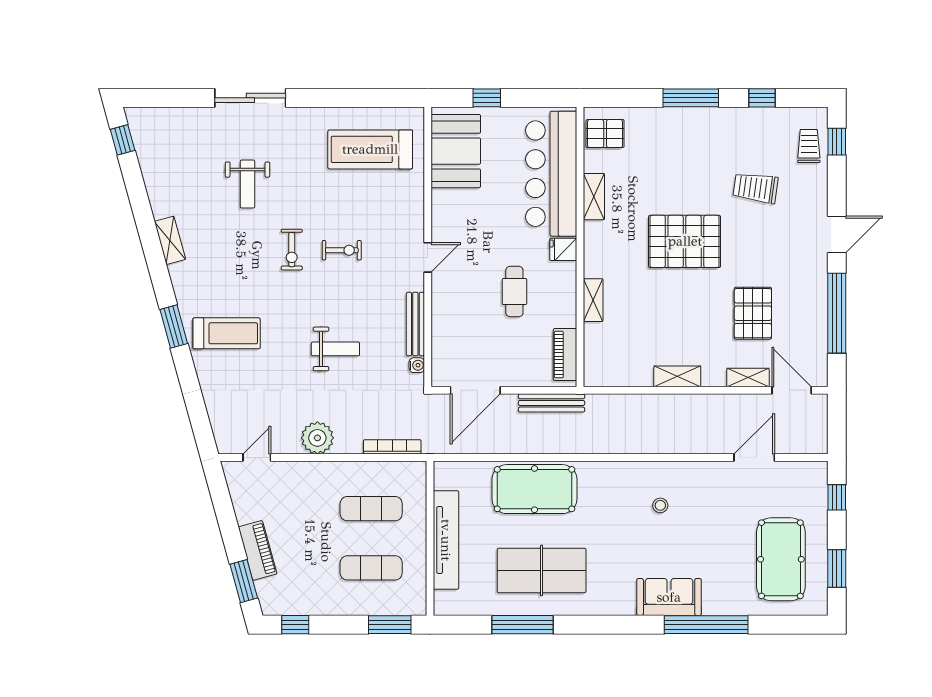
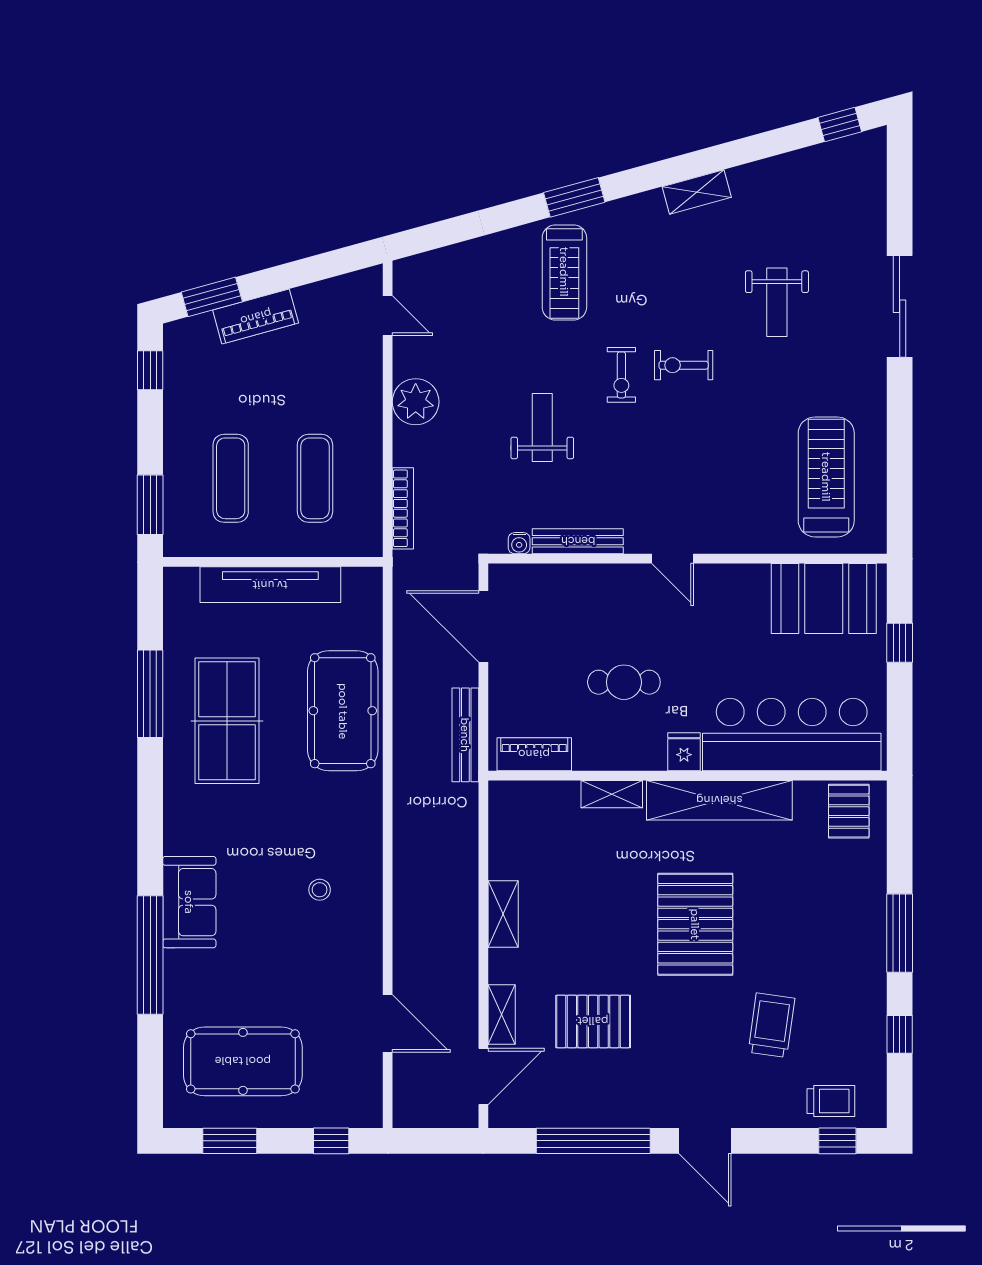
weight bench: (247, 184) -> (777, 302), turned -90
shelving: (594, 197) -> (719, 800), width x2.20, depth x1.33
exercise bike: (342, 250) -> (621, 375), moved
weight bench: (335, 349) -> (542, 427), turned 180

